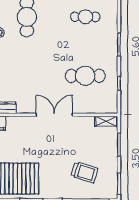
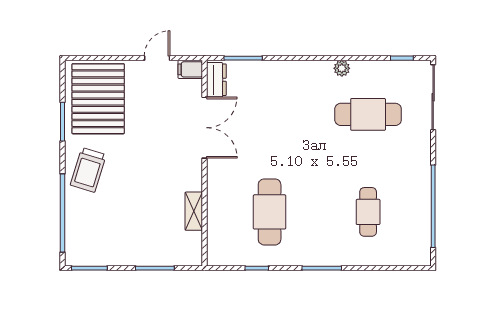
double door: (54, 115) -> (205, 128), moved
shelving: (106, 121) -> (194, 211), moved
trolley: (84, 172) -> (88, 170), moved

